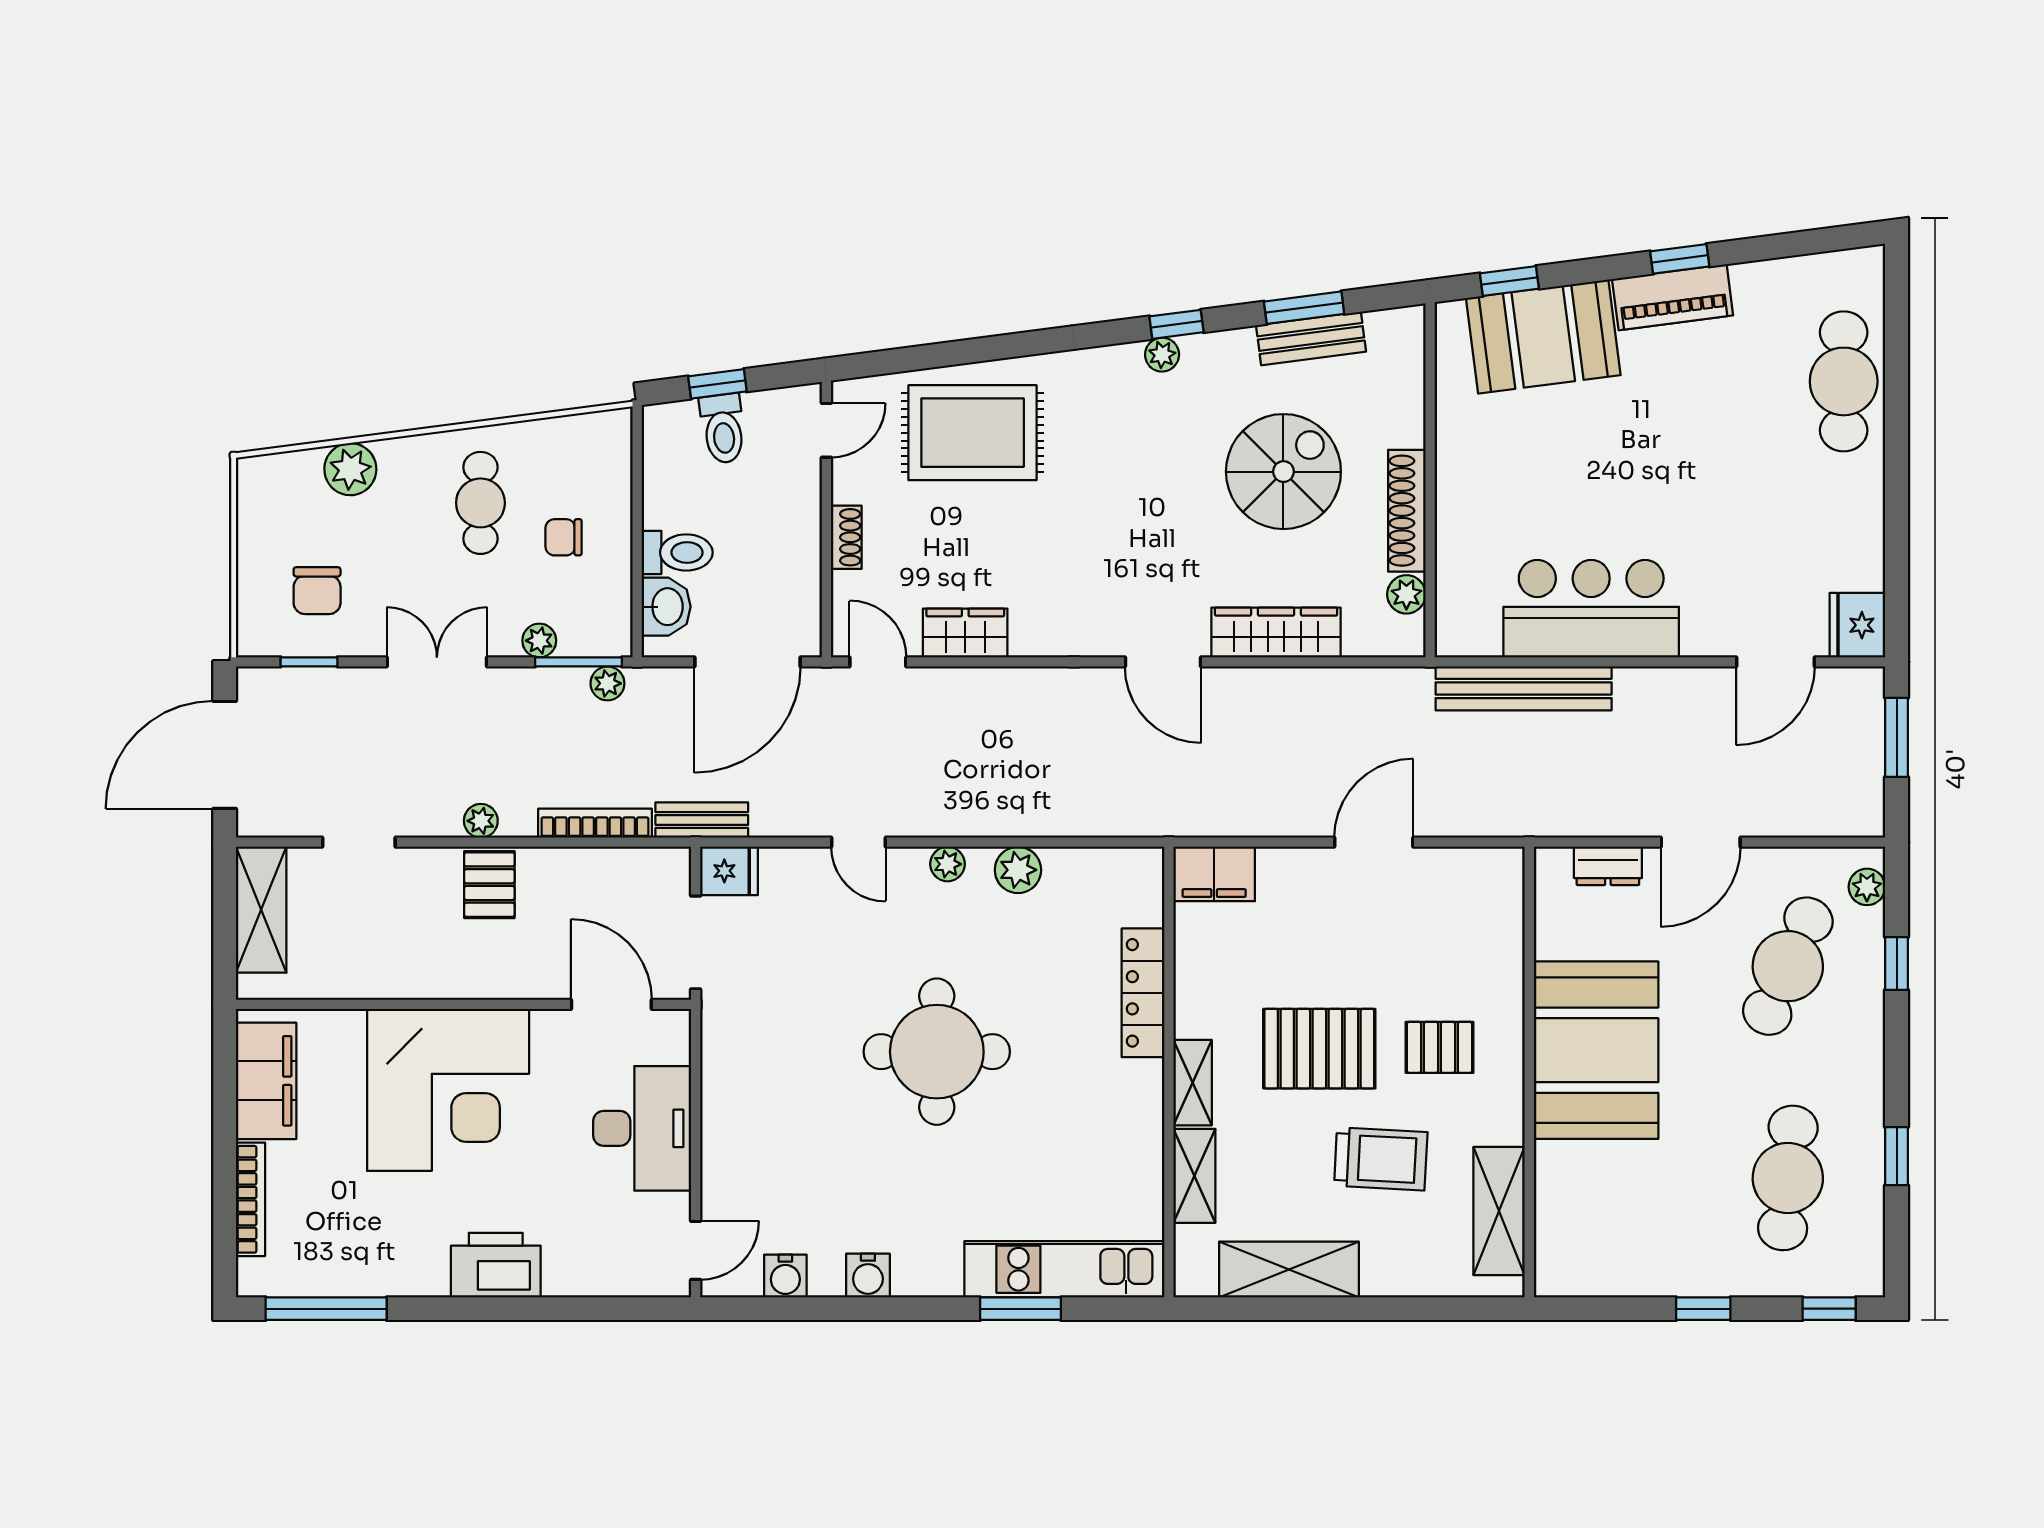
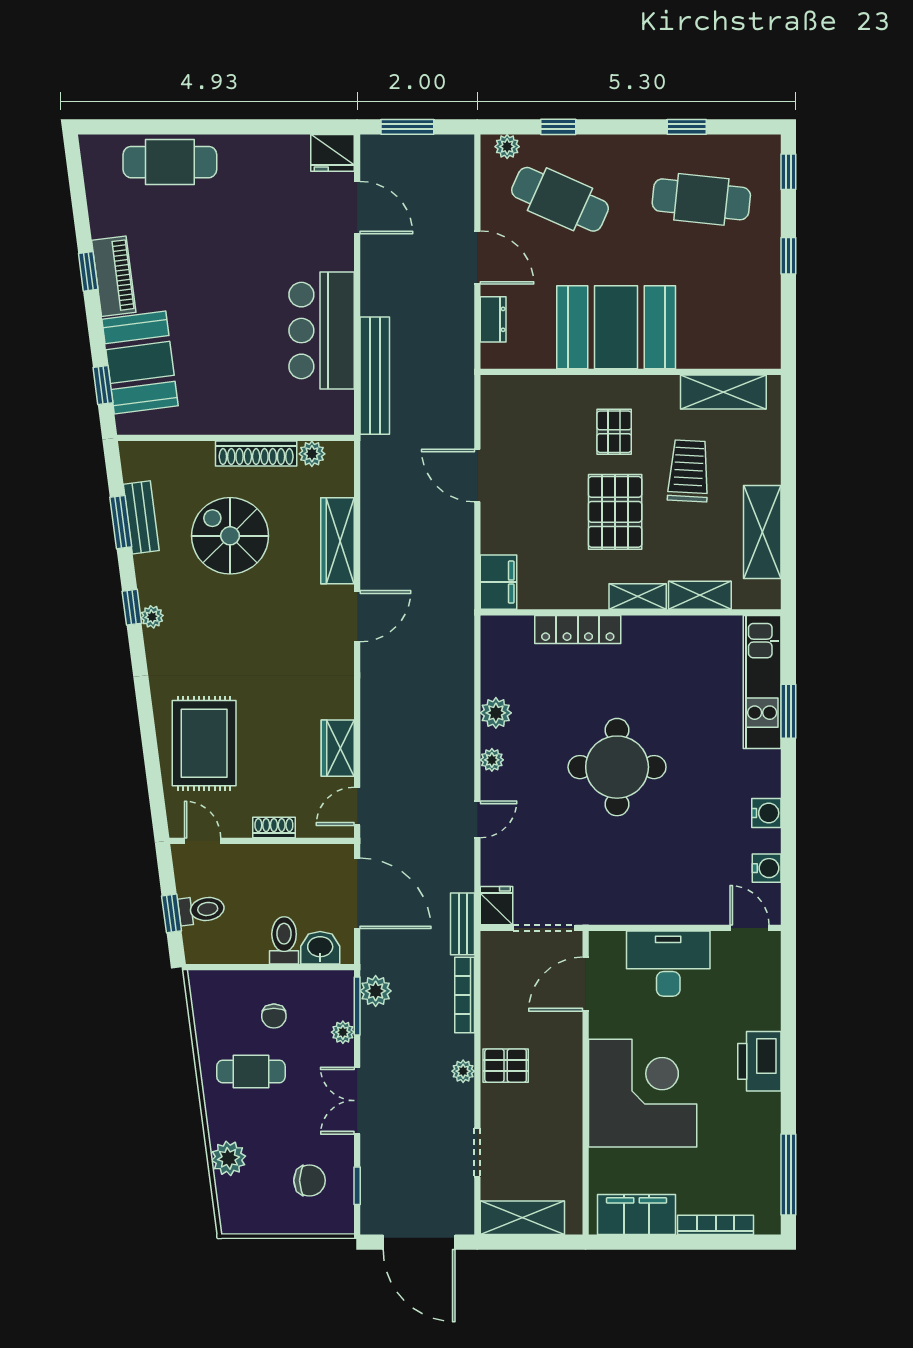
plant: (607, 683) -> (376, 991), width x1.38, depth x1.38

